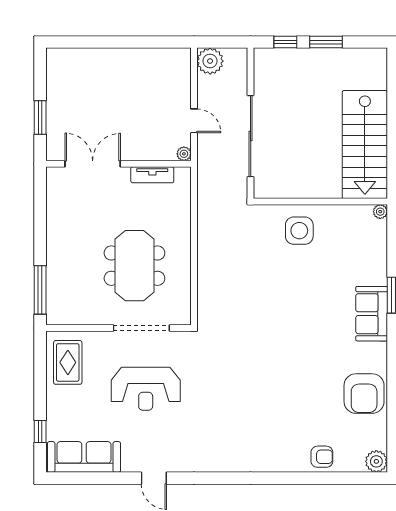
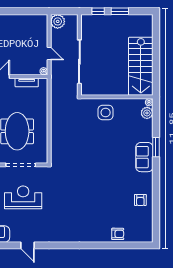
reception desk: (146, 389) -> (23, 197), turned 180
armchair: (364, 394) -> (140, 200), width x0.53, depth x0.53
plant: (376, 461) -> (147, 113), moved

